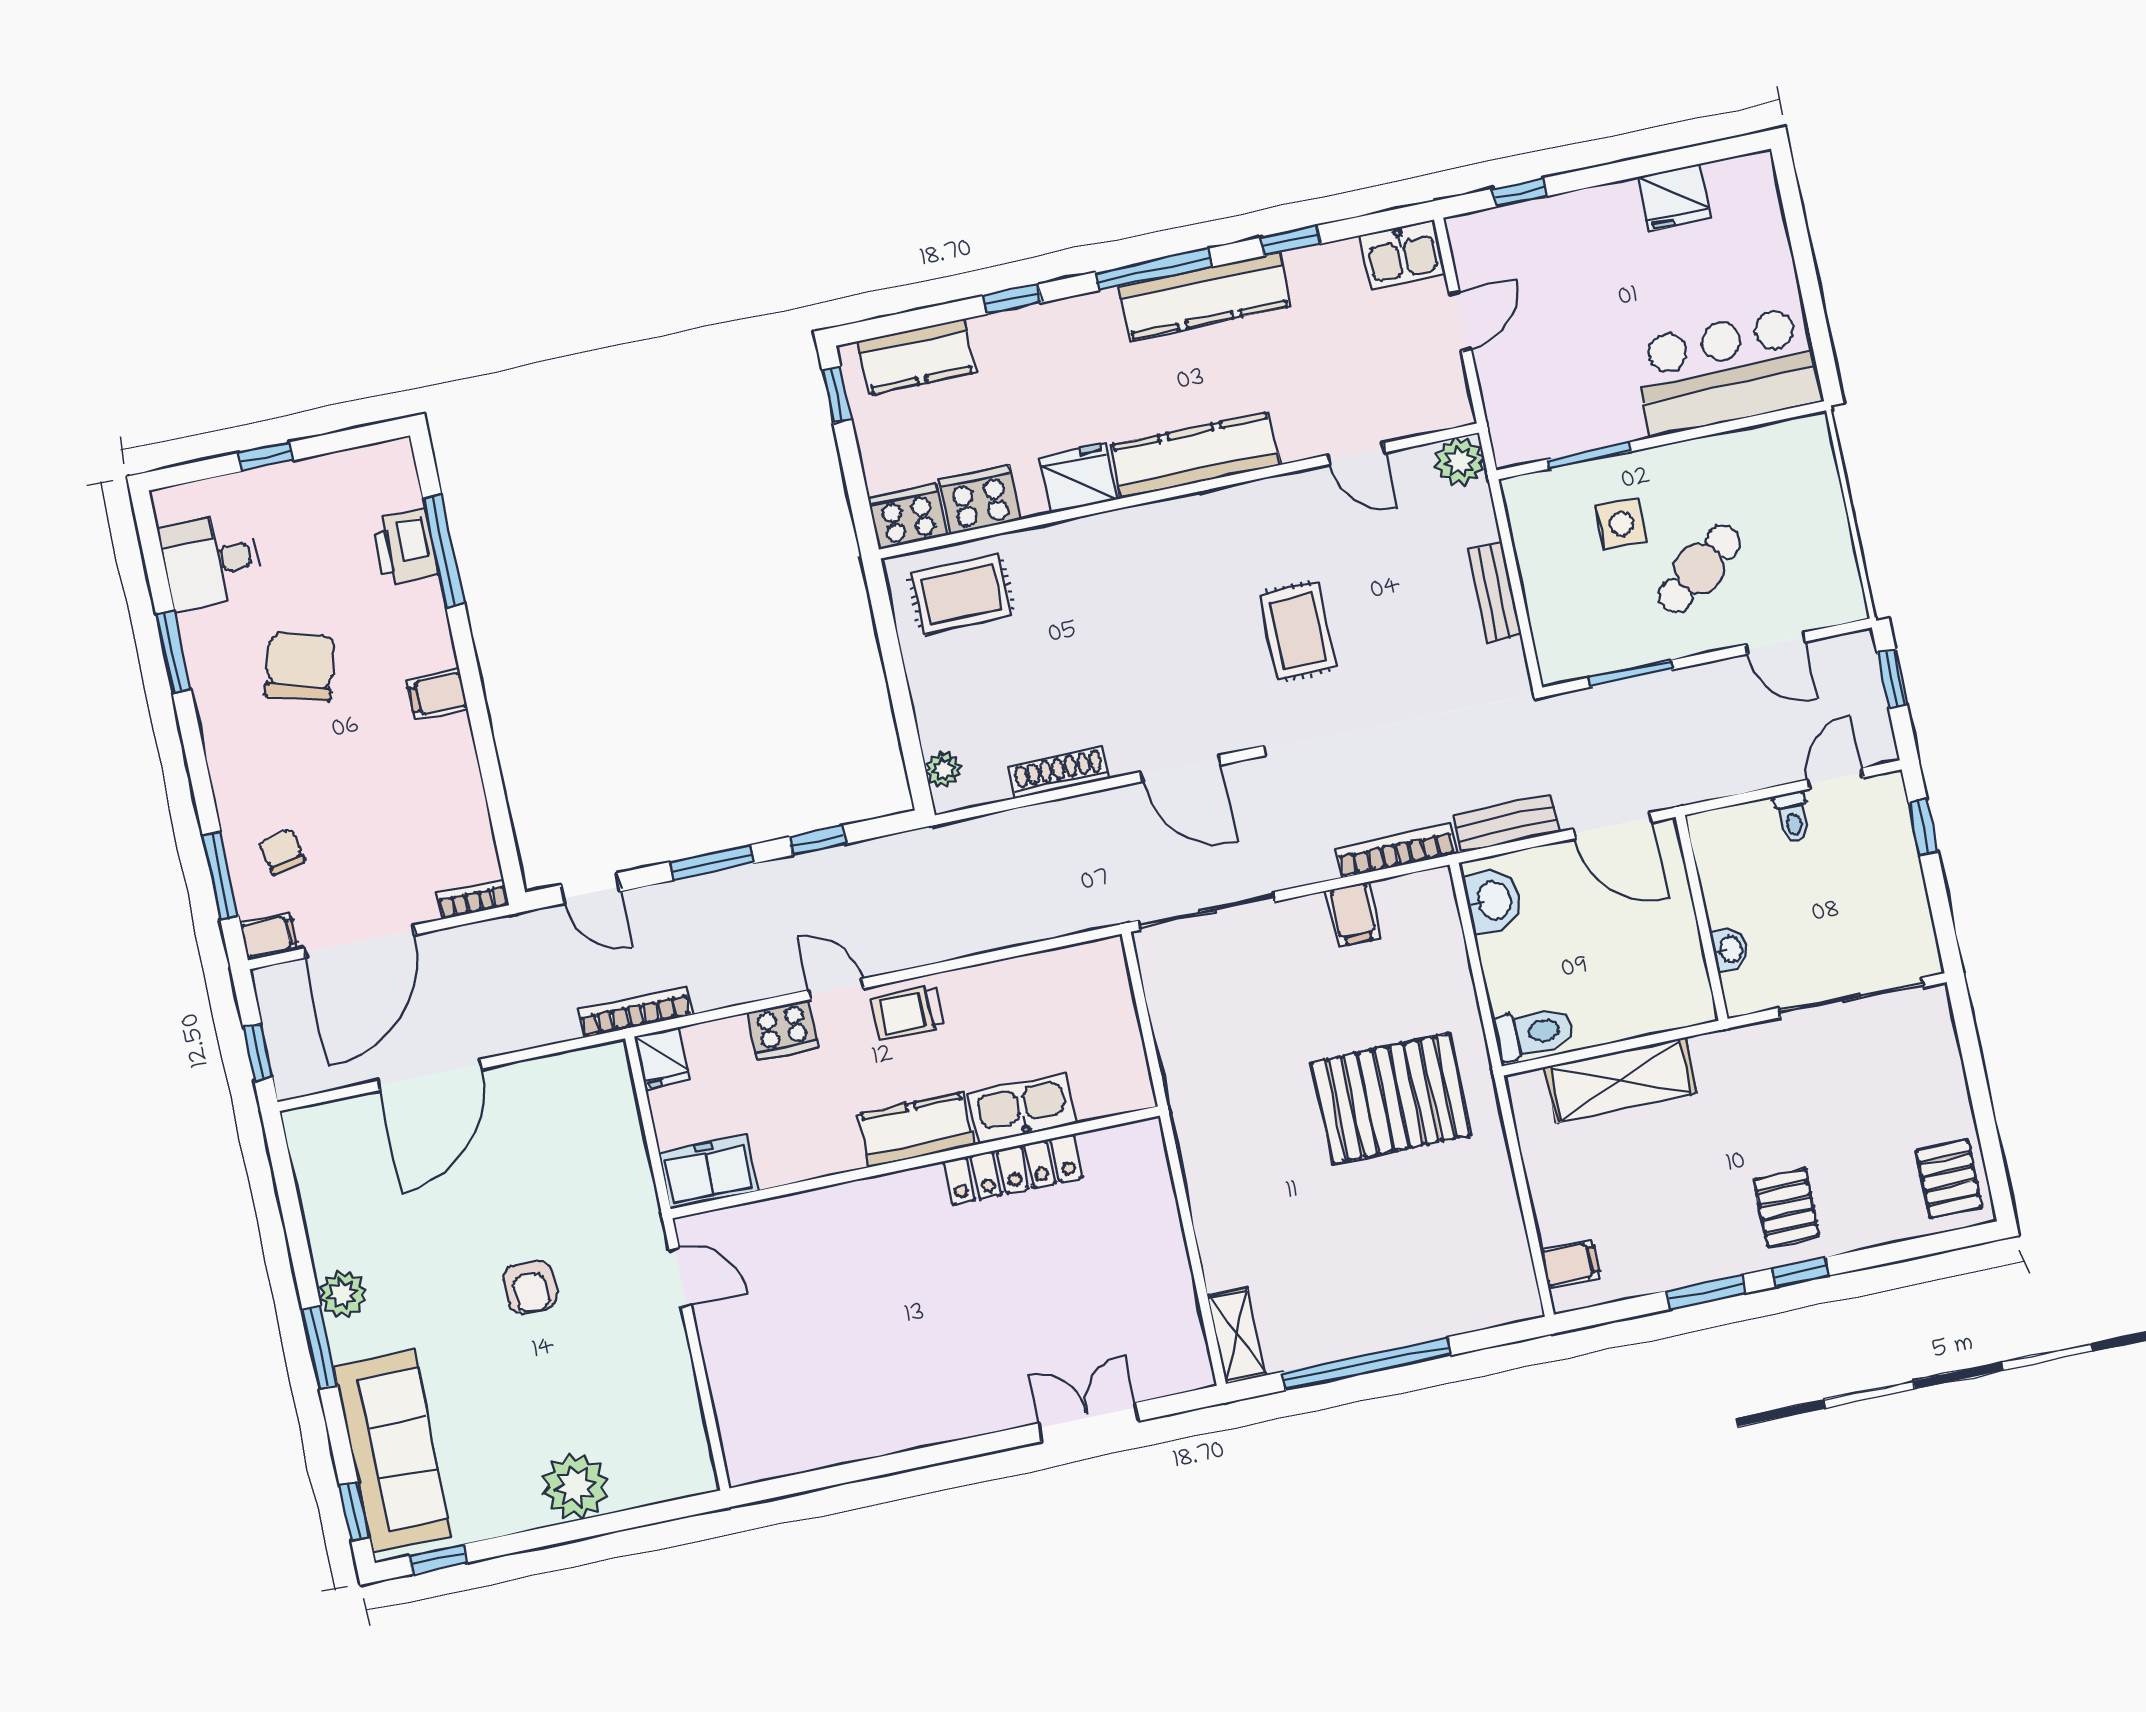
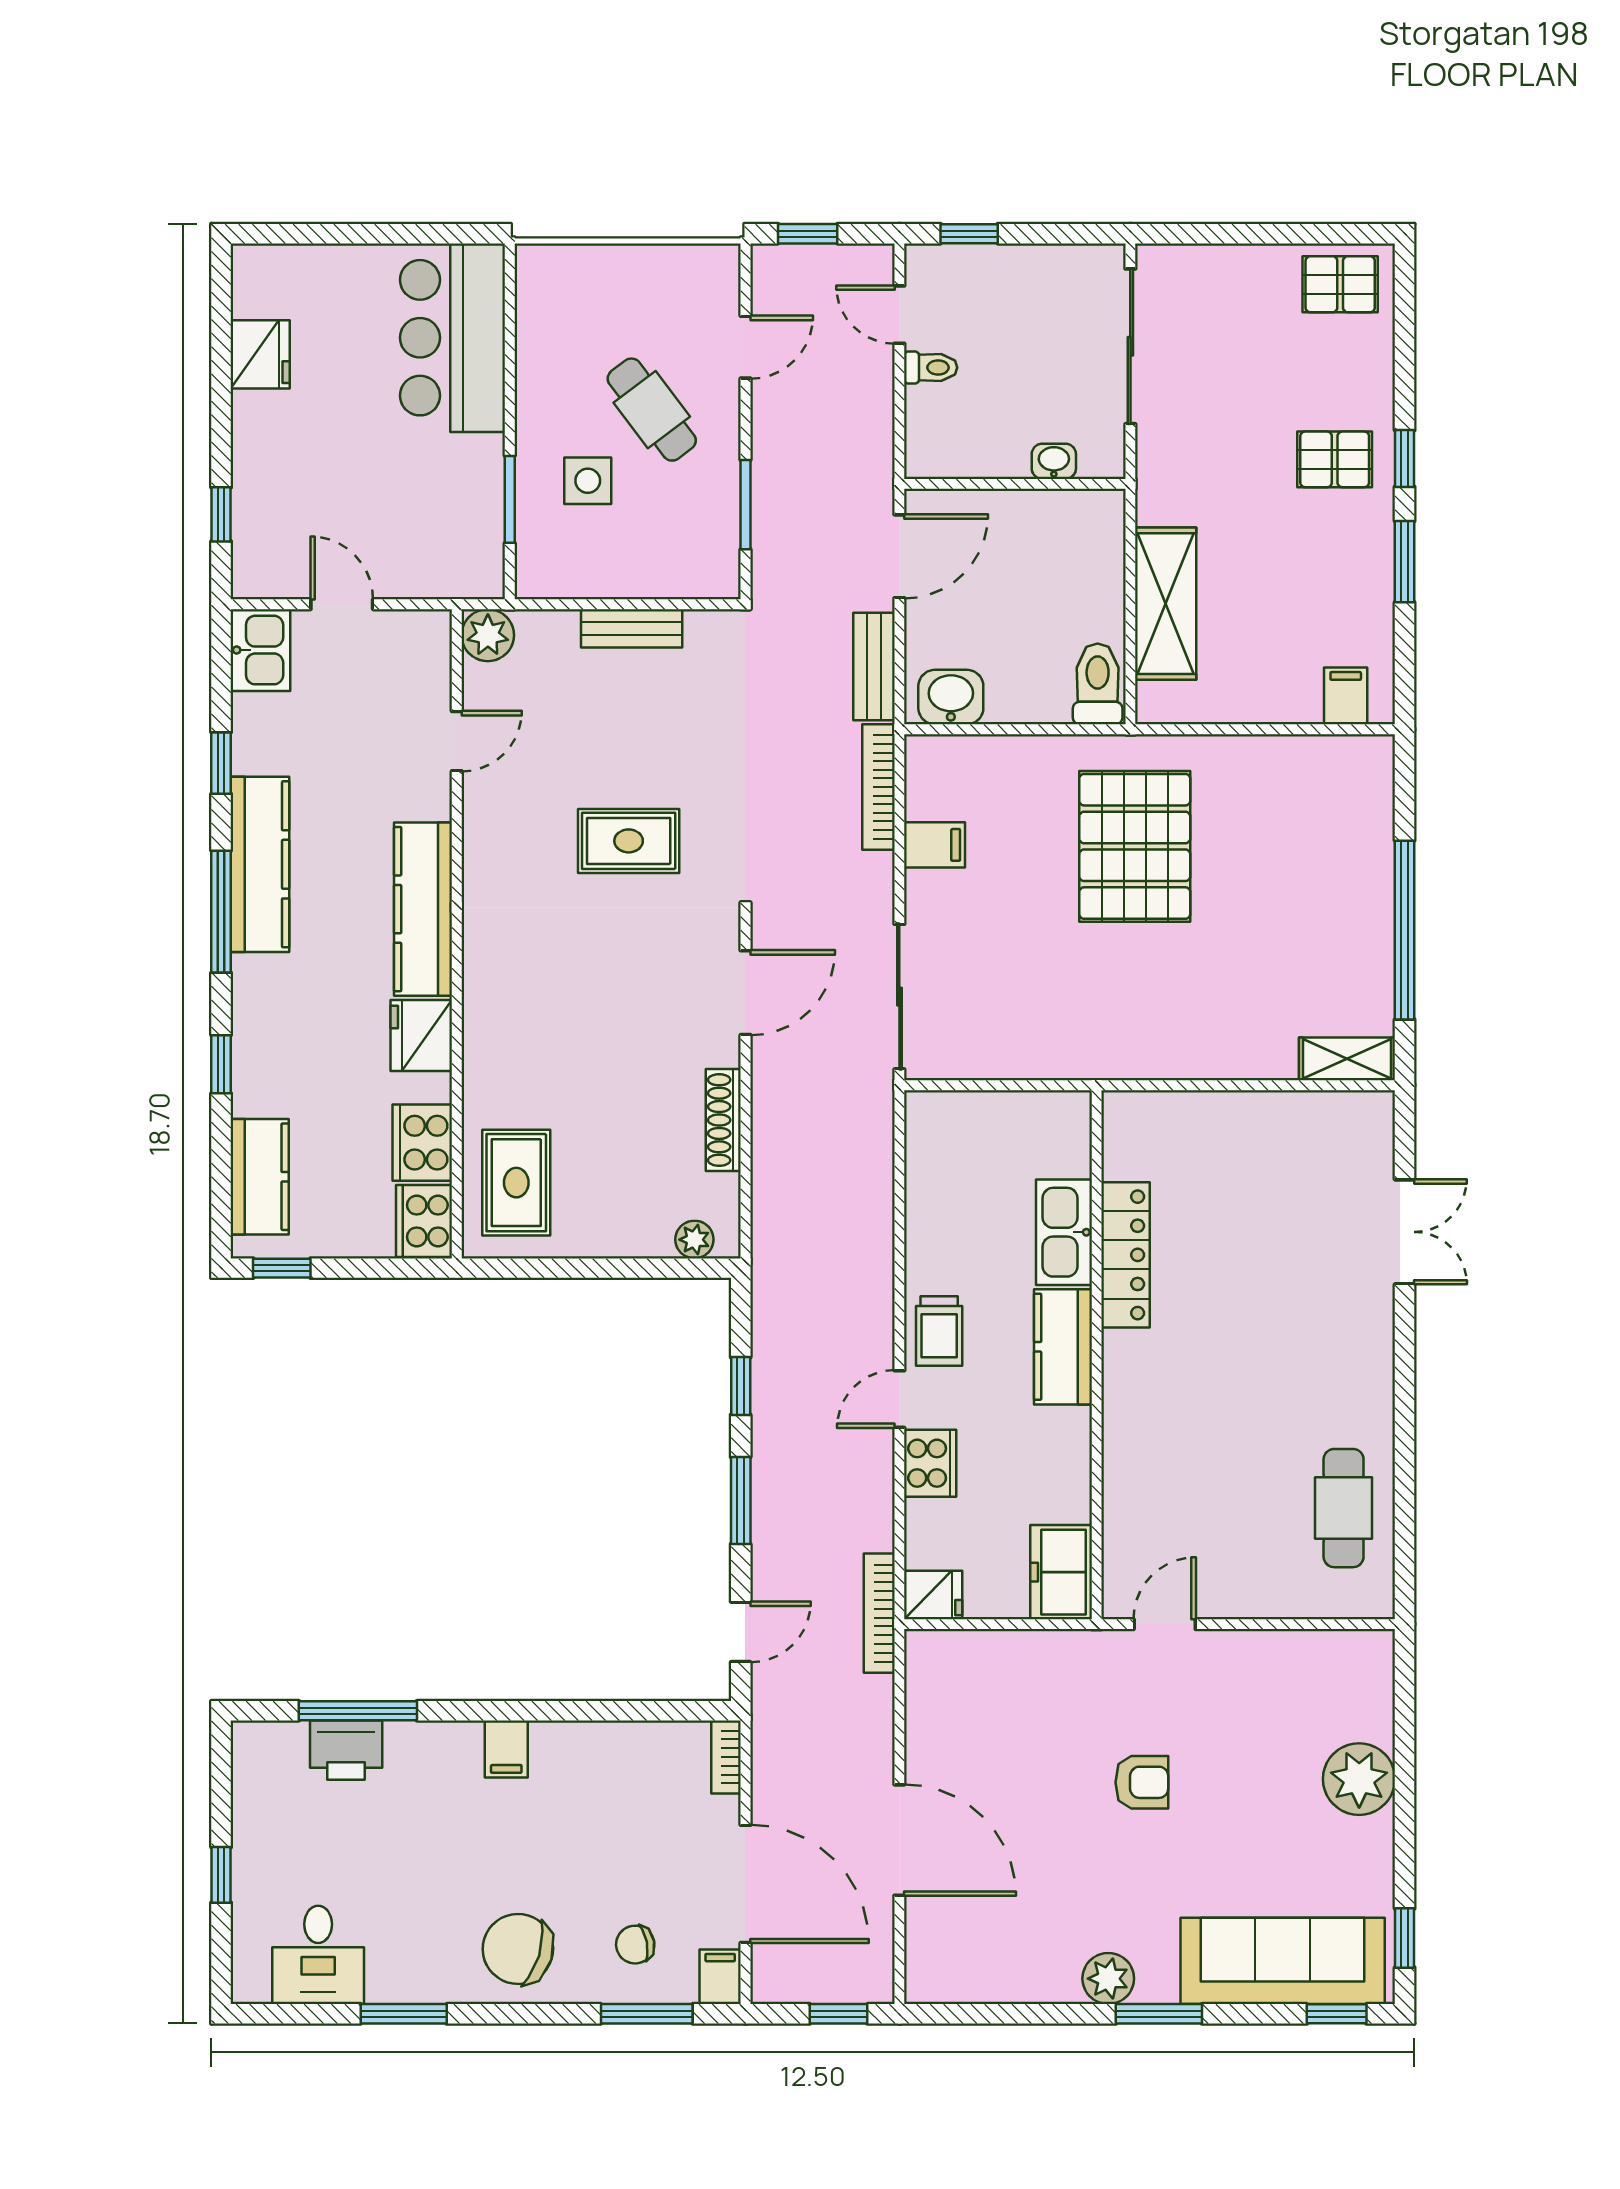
chair: (300, 666) -> (518, 1949), moved
cafe table: (822, 1420) -> (1344, 1508), added
double door: (1088, 1422) -> (1405, 1232), swing flipped

